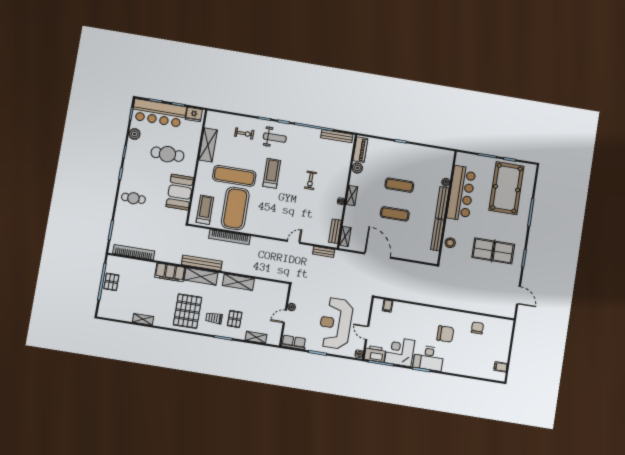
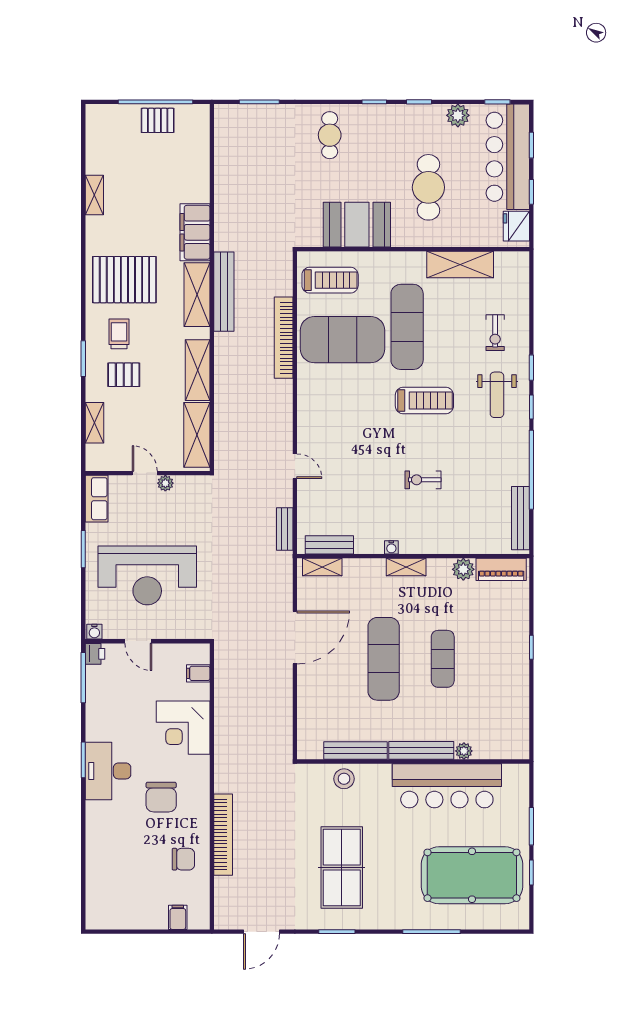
exercise mat: (395, 214) -> (384, 659), width x1.36, depth x1.45
bookcase: (134, 252) -> (223, 835), moved
shelving: (270, 288) -> (197, 435), added
reception desk: (336, 323) -> (147, 575), turned 180
door: (367, 333) -> (138, 641), swing flipped
corner desk: (400, 351) -> (183, 728), moved, turned 180
printer: (375, 354) -> (95, 654), width x0.53, depth x0.68
filing cabinet: (501, 367) -> (178, 917), moved

